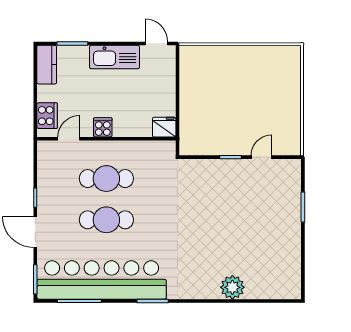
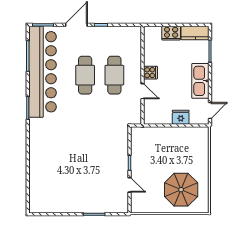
parasol: (268, 84) -> (181, 190), added
cooker: (47, 116) -> (171, 33), moved
fridge: (164, 127) -> (181, 117), moved, turned -90
door: (69, 139) -> (143, 91), moved
plant: (232, 287) -> (37, 164), removed

